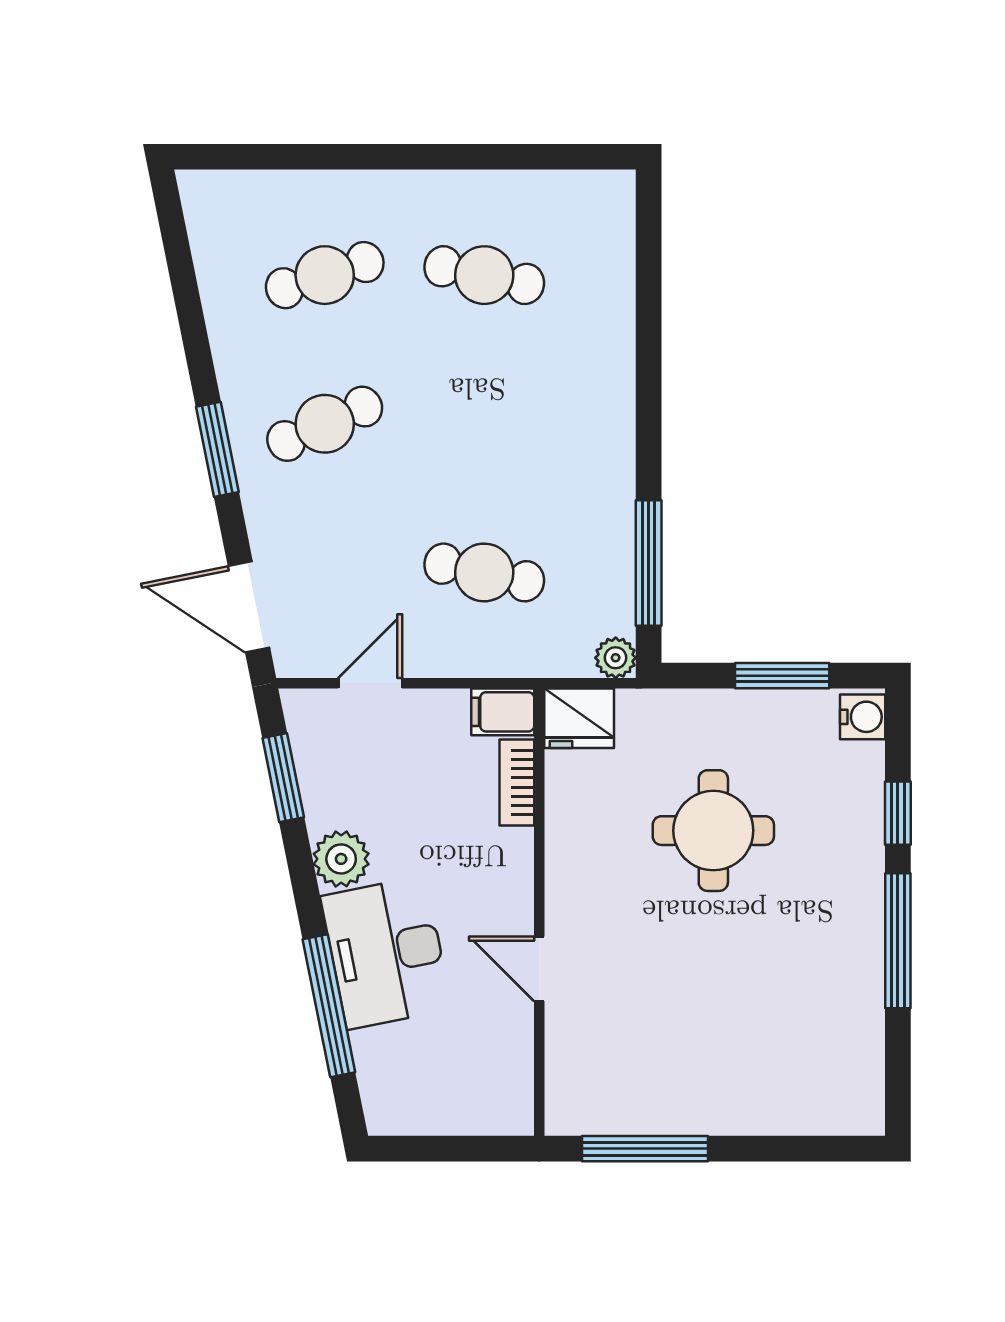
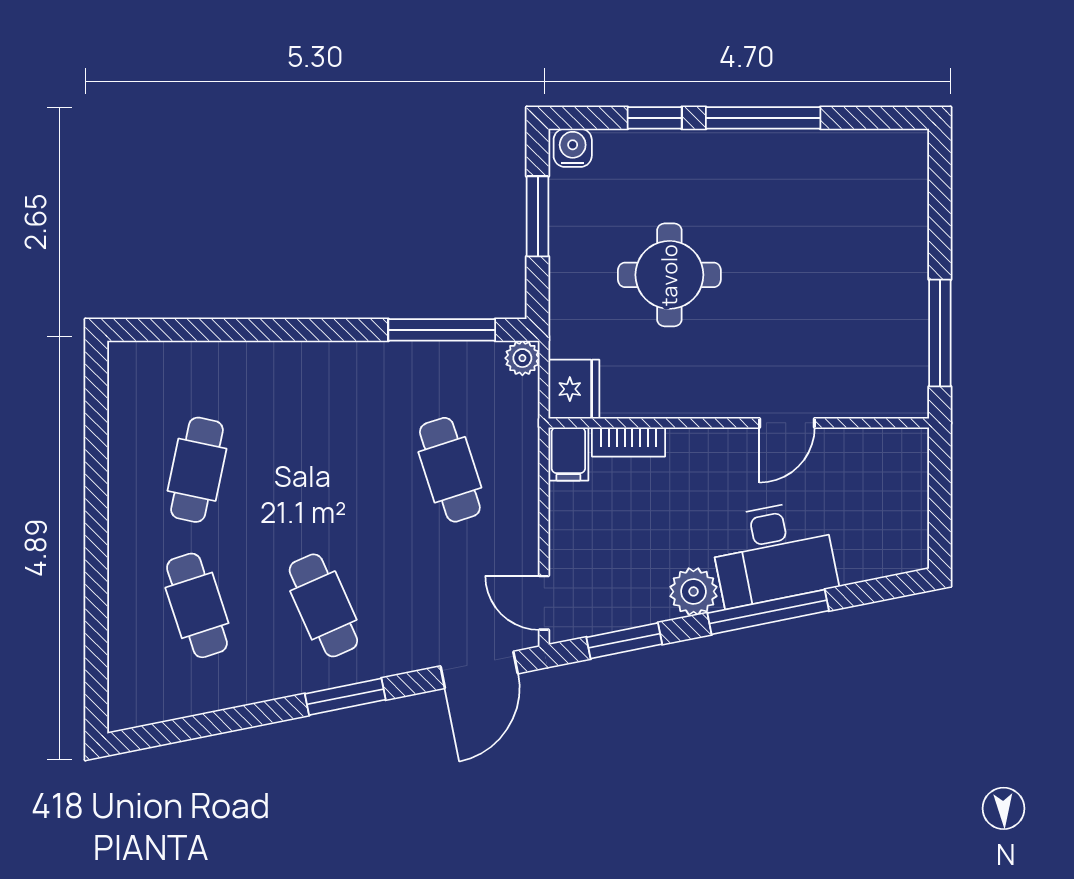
cafe table: (484, 572) -> (450, 470), turned -30
door: (370, 683) -> (544, 603), moved
window: (329, 1006) -> (768, 612), moved

